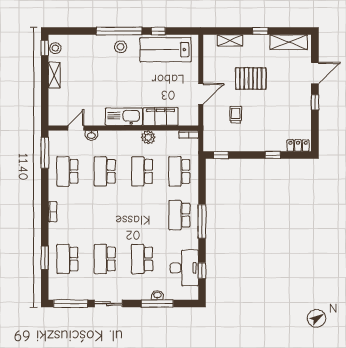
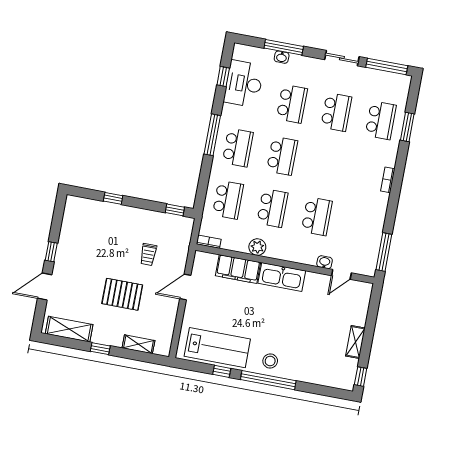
stool: (55, 48) -> (348, 374), removed
locker: (298, 145) -> (81, 204), removed
school desk: (67, 171) -> (282, 156), moved

